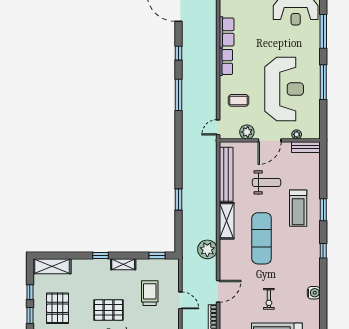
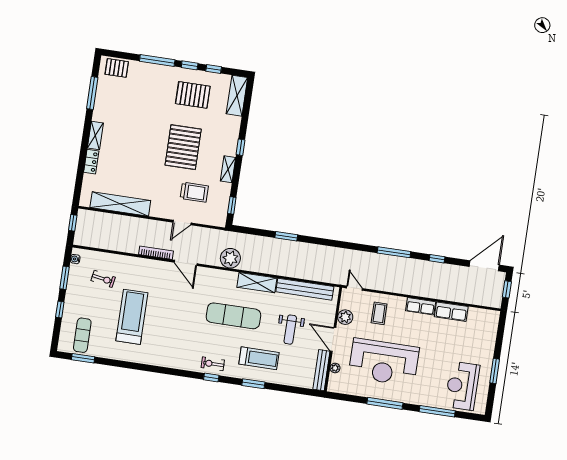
bench: (306, 147) -> (321, 370), width x1.36
treadmill: (298, 208) -> (259, 358), turned 180
water cooler: (314, 293) -> (169, 361), removed
exercise bike: (269, 299) -> (213, 364), moved
pallet: (108, 310) -> (183, 147), width x1.37, depth x1.41

